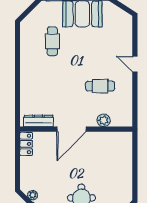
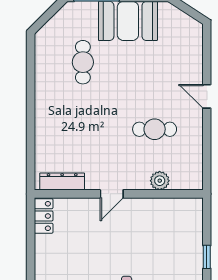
door: (71, 129) -> (112, 194), width x0.53
window: (135, 171) -> (207, 257), added

